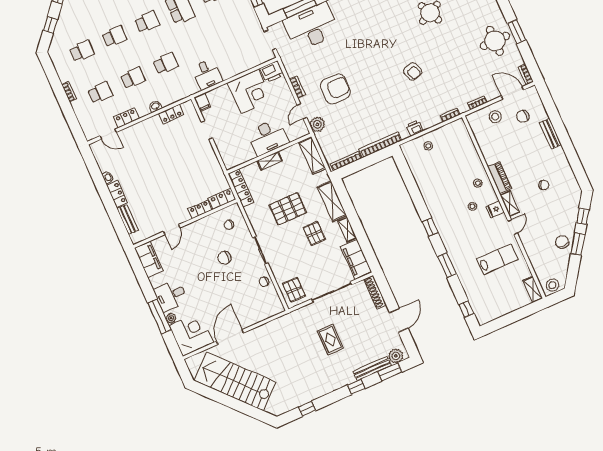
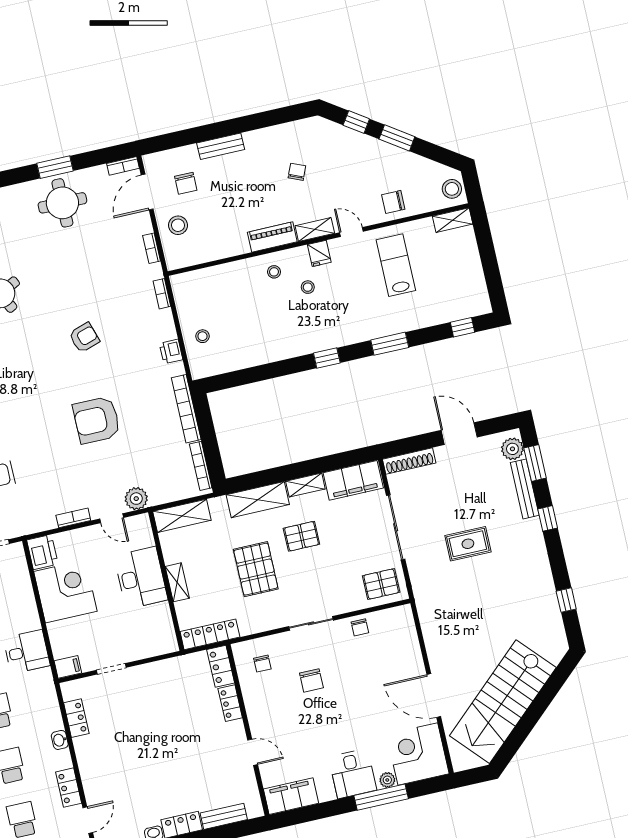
armchair: (335, 89) -> (97, 420), moved, turned -90
chair: (562, 242) -> (393, 202), moved

